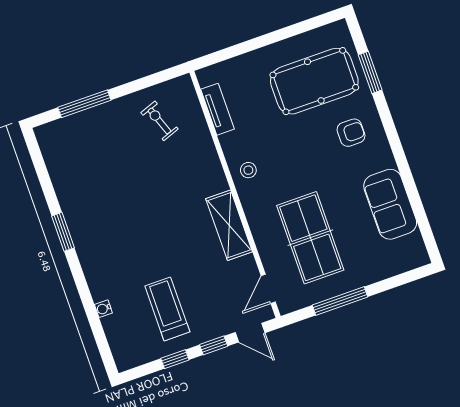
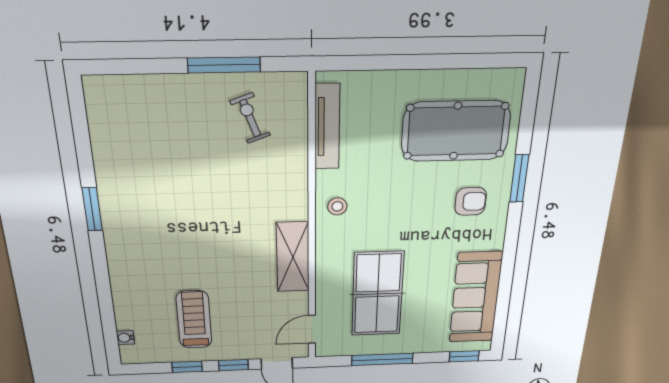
window: (370, 72) -> (519, 179), moved
window: (84, 104) -> (224, 65), moved
tv unit: (218, 109) -> (327, 127), width x1.41
sofa: (390, 204) -> (476, 298), width x1.36
window: (411, 276) -> (464, 356), added
water cooler: (103, 309) -> (125, 338), moved

